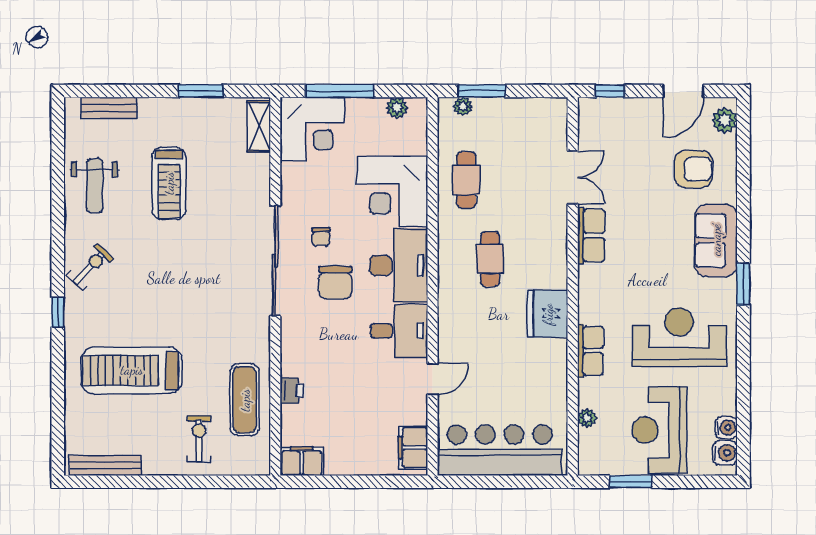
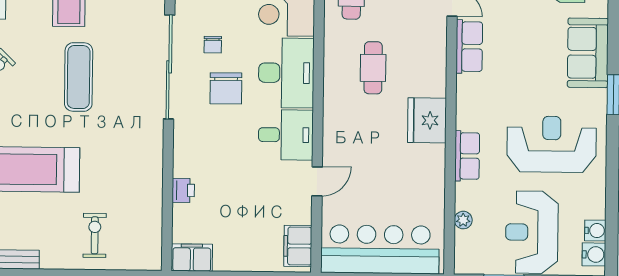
exercise mat: (245, 400) -> (79, 77), moved

